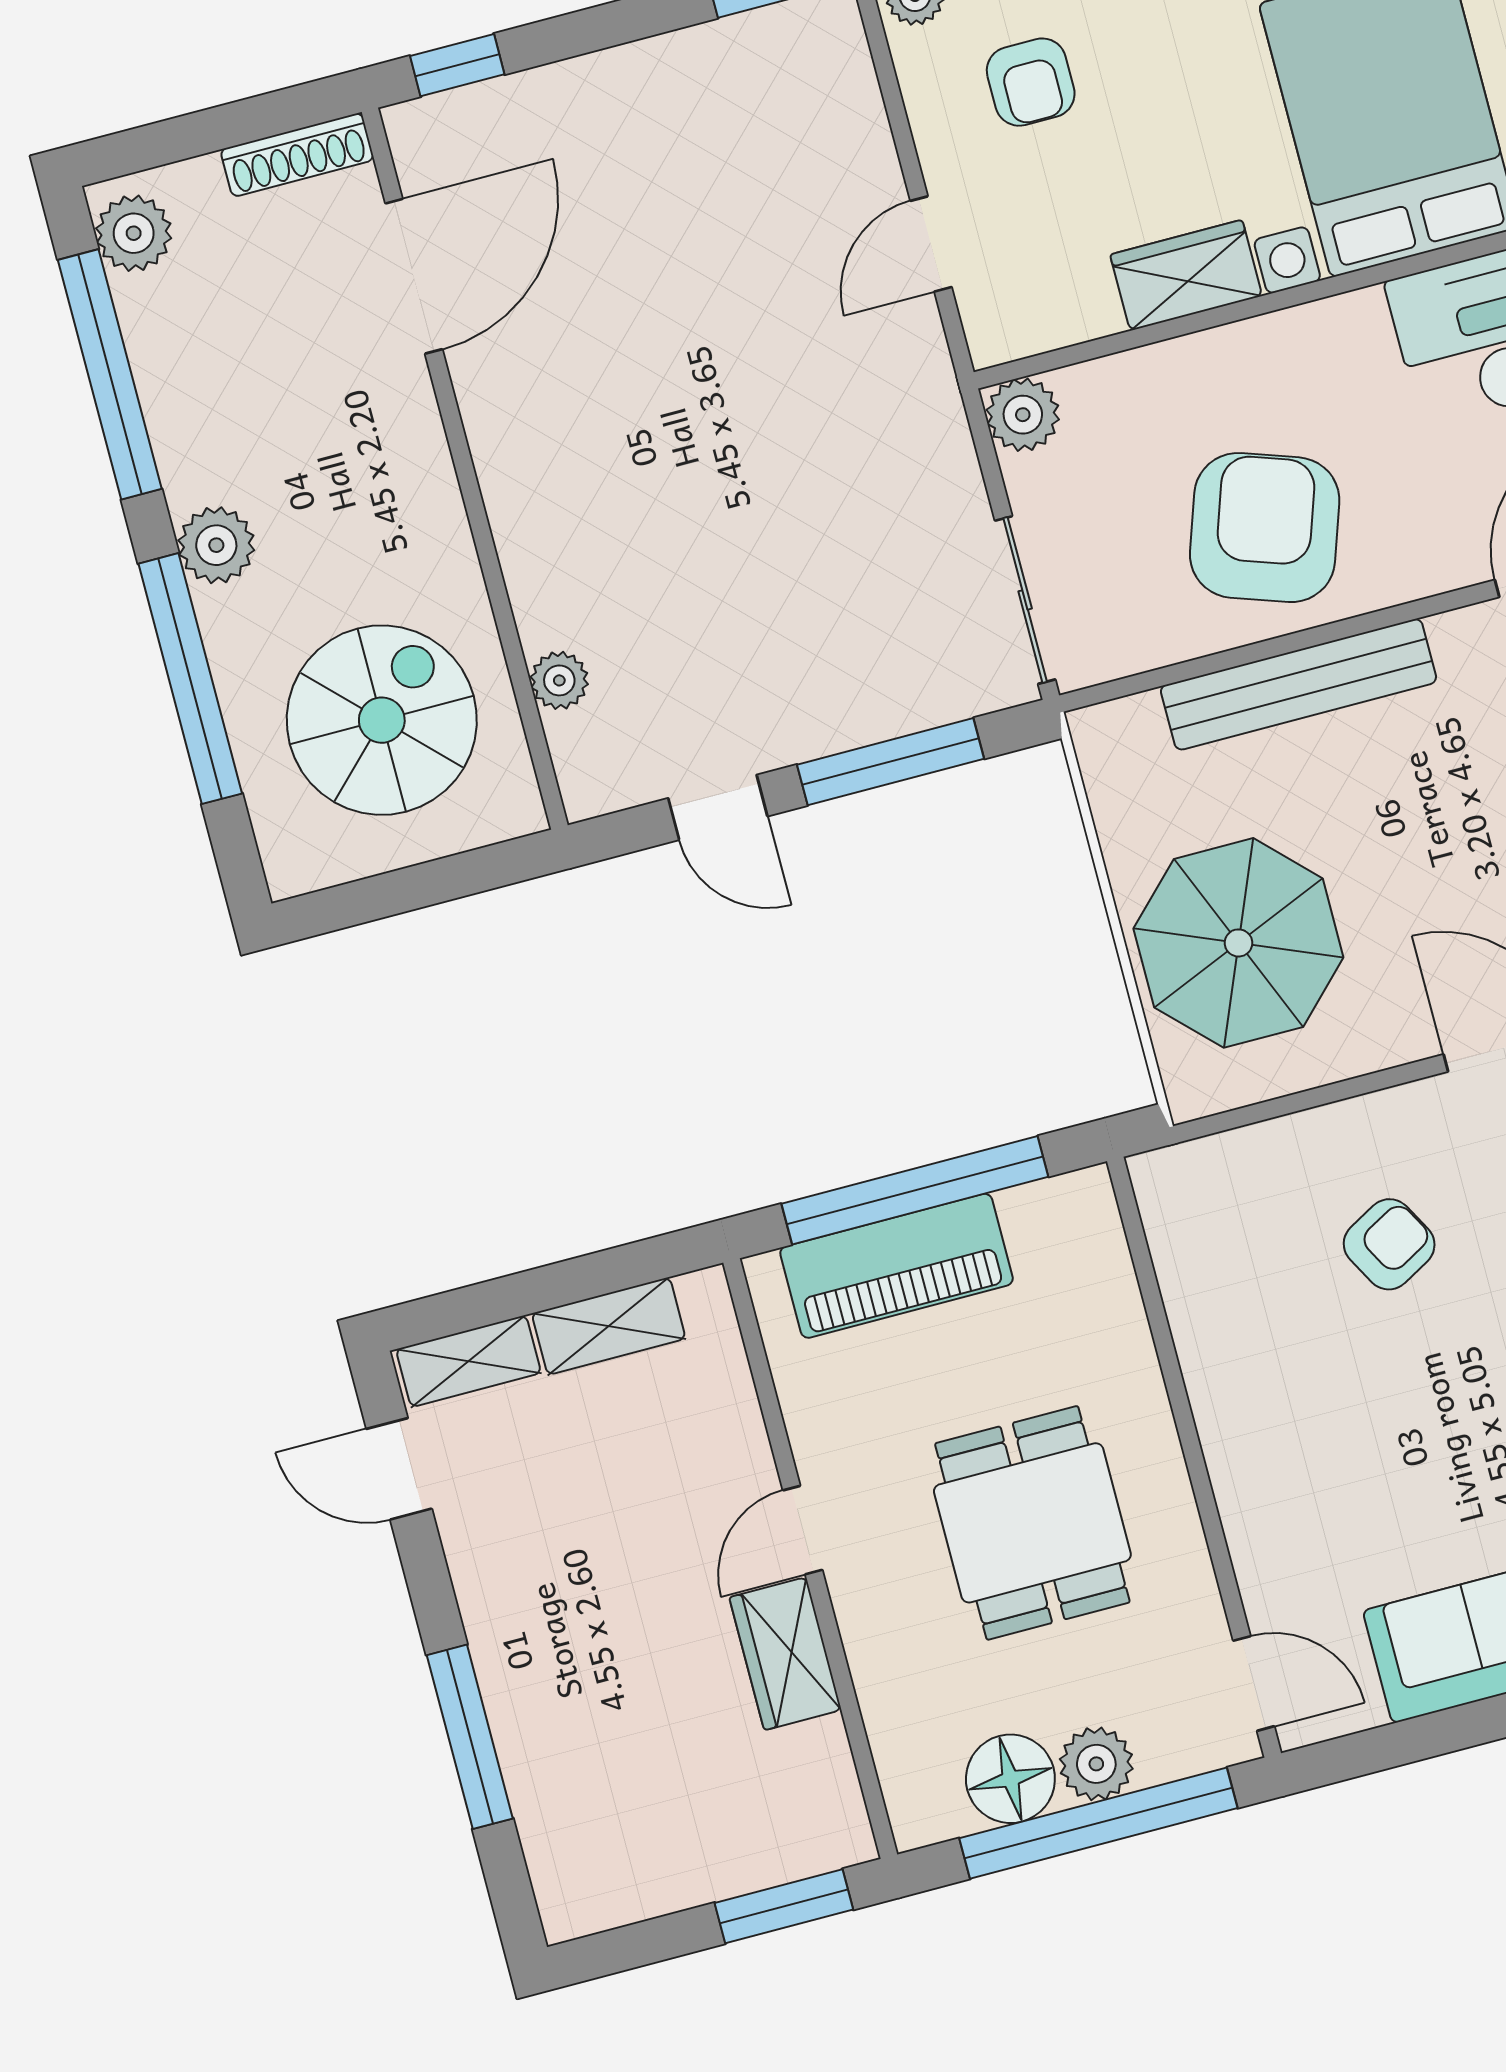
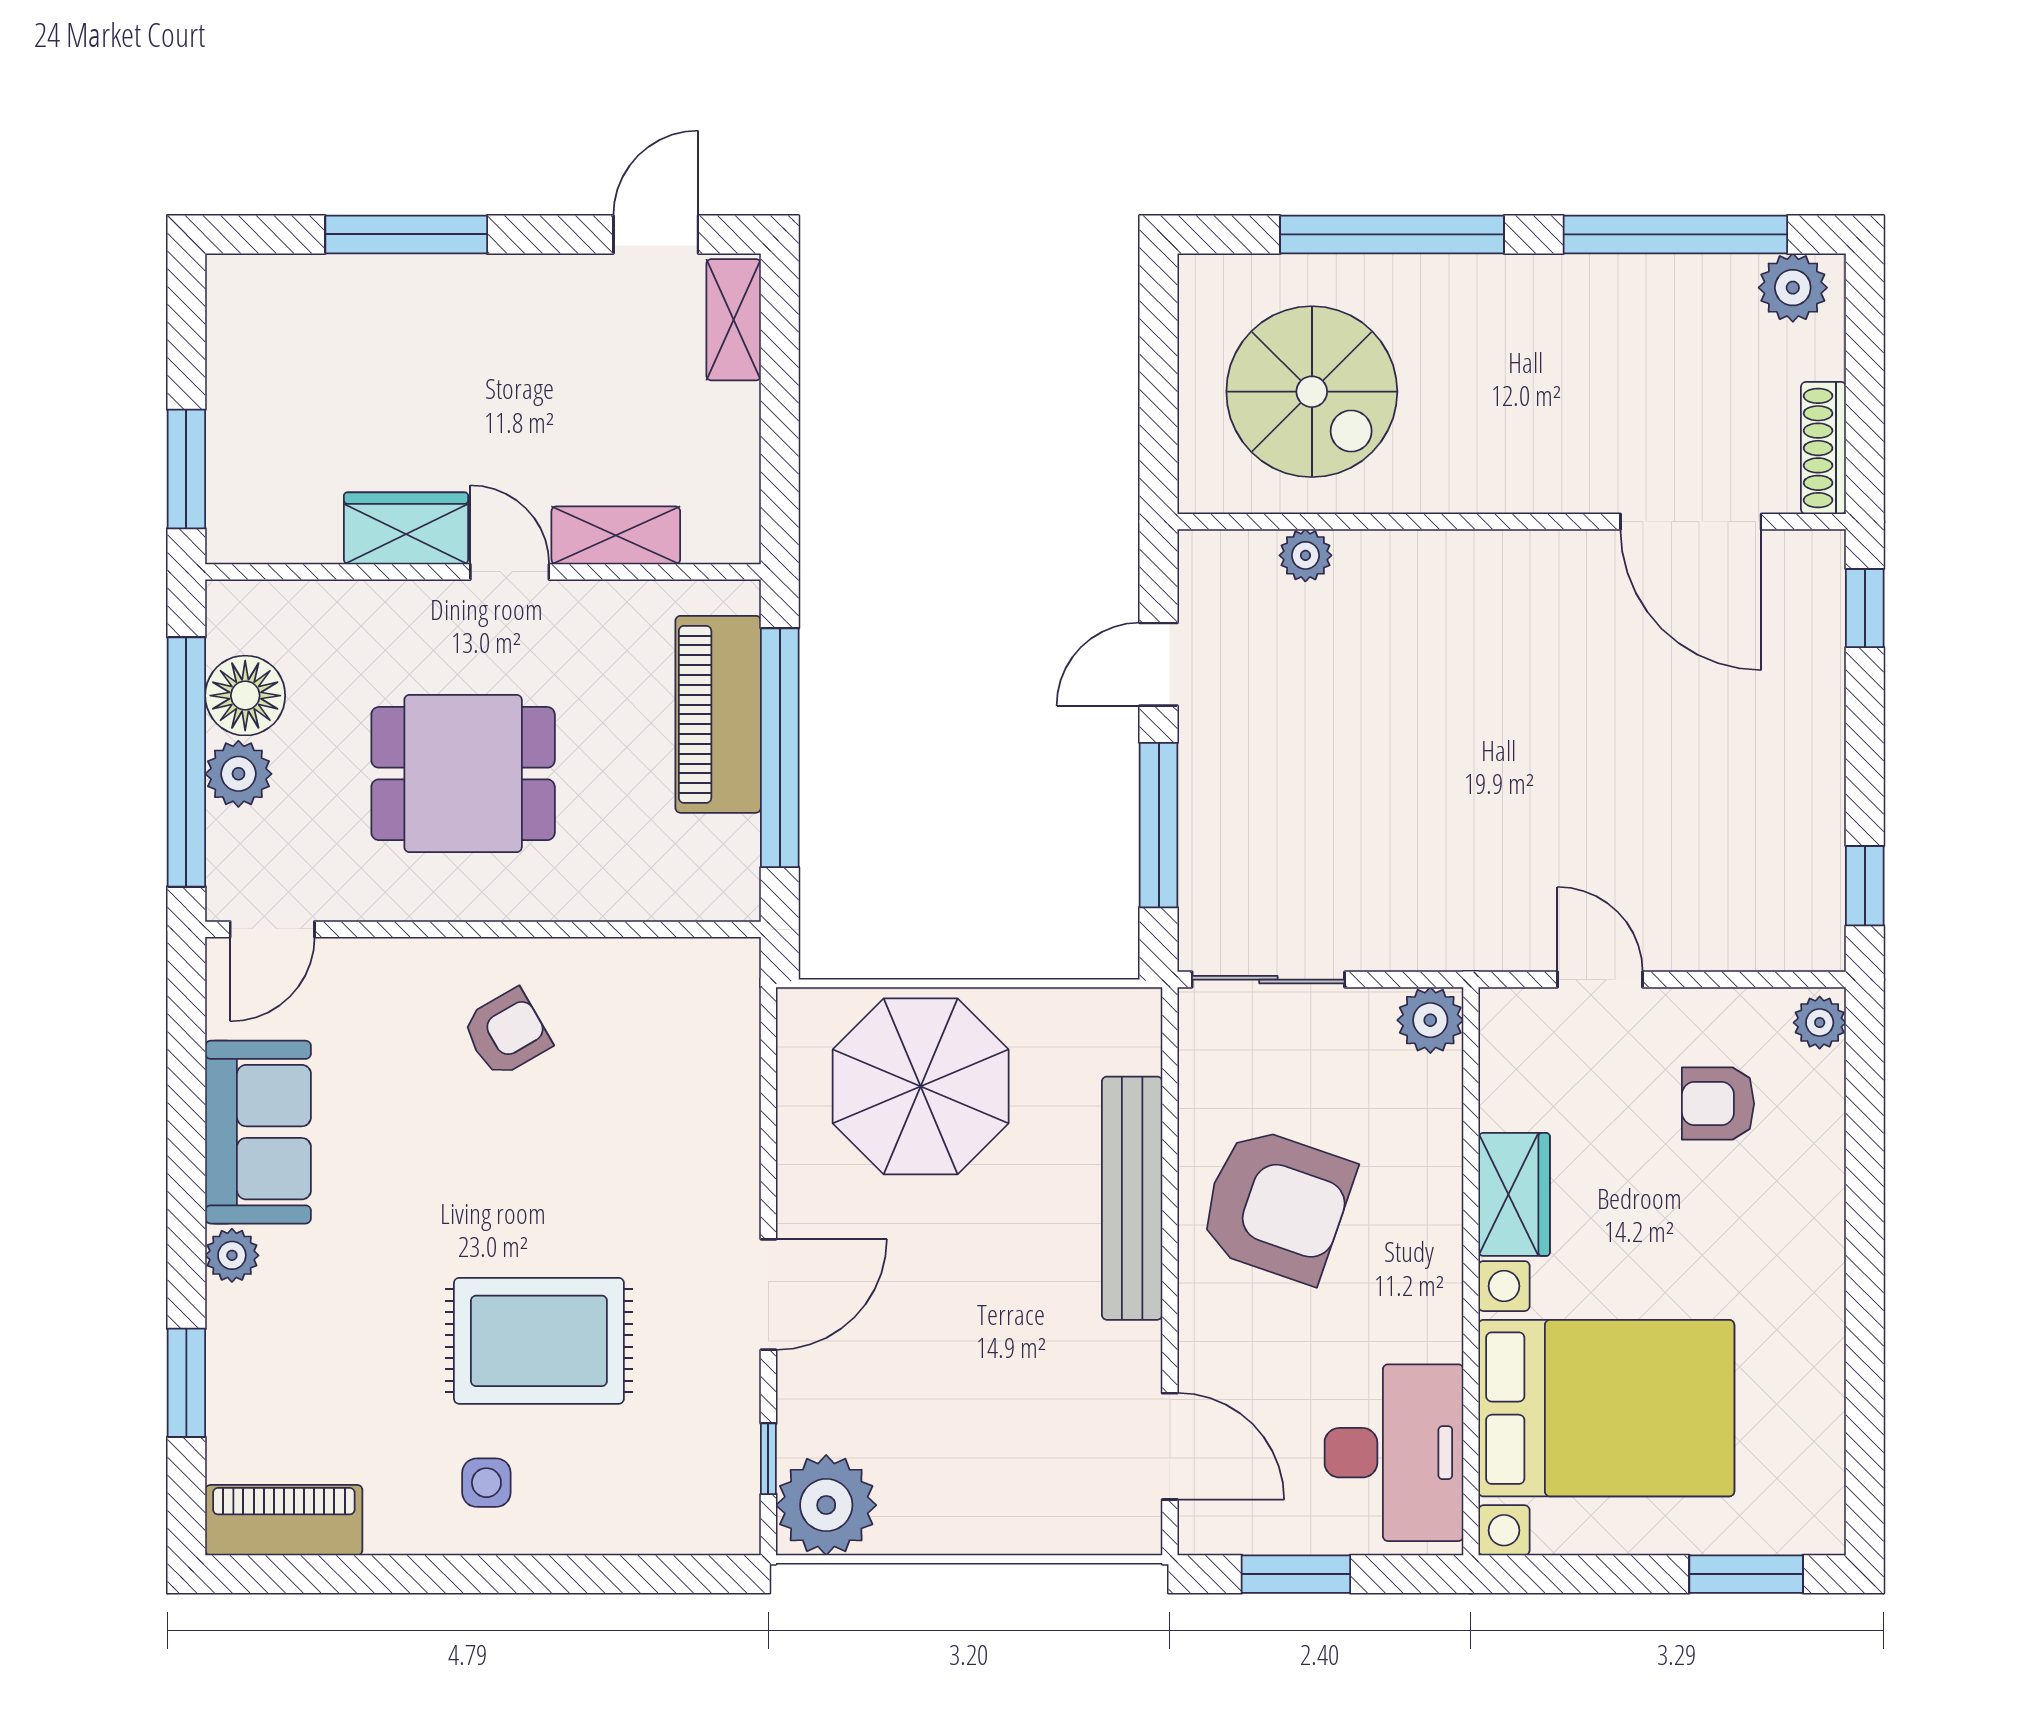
plant: (216, 545) -> (1502, 288), removed
armchair: (1389, 1244) -> (506, 1033), moved, turned -91
shelving: (609, 1326) -> (616, 535), moved, turned 90

